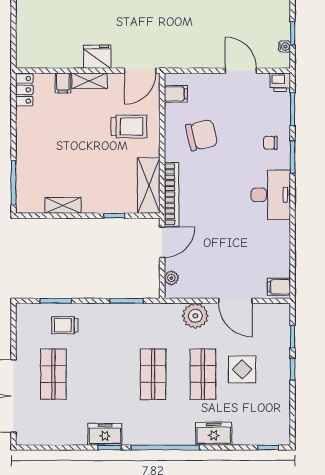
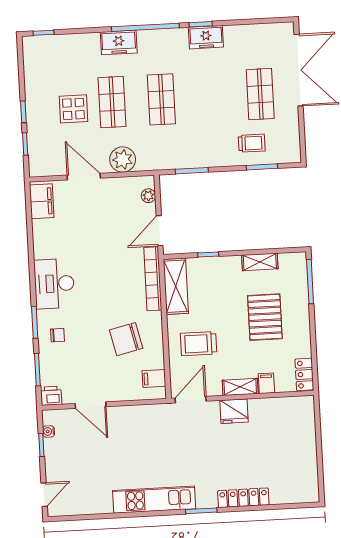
pallet: (61, 150) -> (265, 317), added
filing cabinet: (279, 287) -> (42, 201), width x2.00
freezer: (214, 434) -> (119, 42), moved

